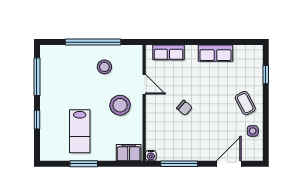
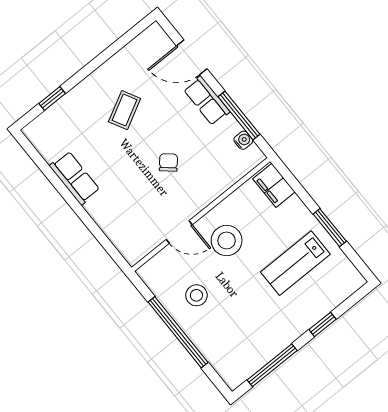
row of seats: (168, 52) -> (207, 101), moved, turned 180
door: (144, 84) -> (179, 232), swing flipped
coffee table: (245, 103) -> (125, 110), moved
lab bench: (80, 131) -> (295, 263), turned 180
side table: (253, 131) -> (131, 60), removed
water cooler: (151, 156) -> (243, 140), moved

